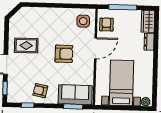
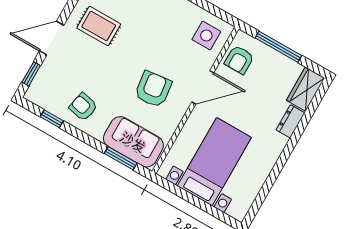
armchair: (106, 24) -> (239, 60), turned 180
armchair: (64, 54) -> (153, 89), moved, turned -97
plant: (146, 102) -> (236, 211), removed

